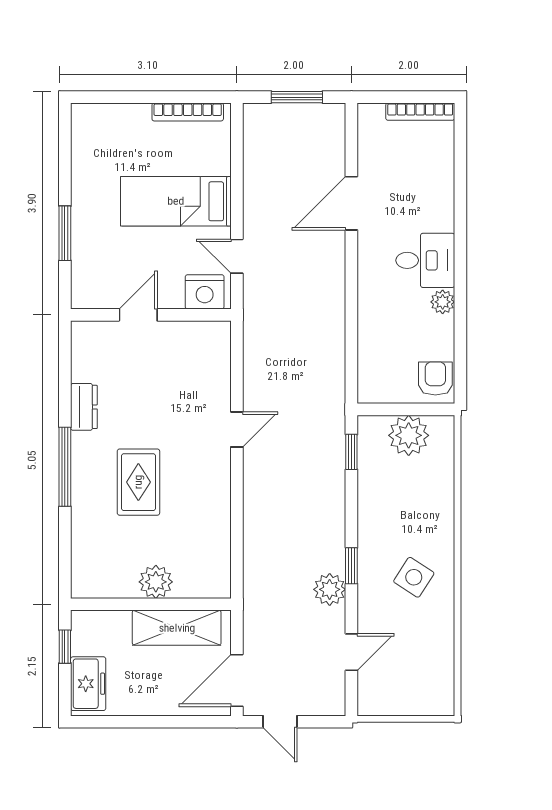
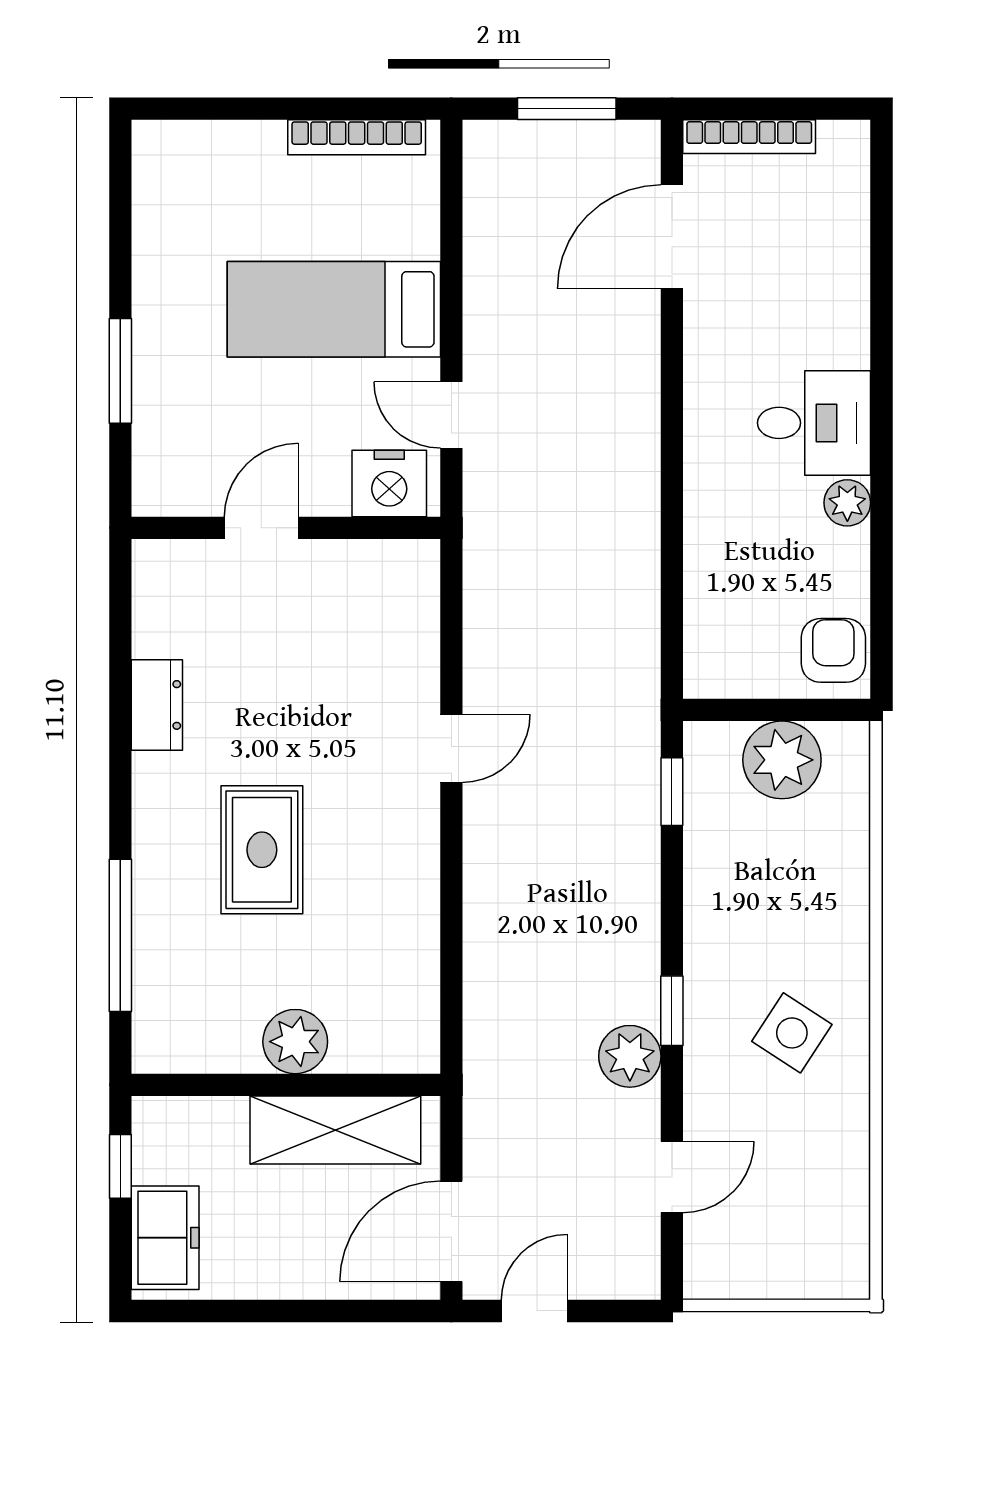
bookcase: (420, 112) -> (749, 137), moved
door: (351, 203) -> (672, 237), moved
window: (65, 467) -> (120, 935), moved
door: (280, 722) -> (534, 1311), swing flipped

